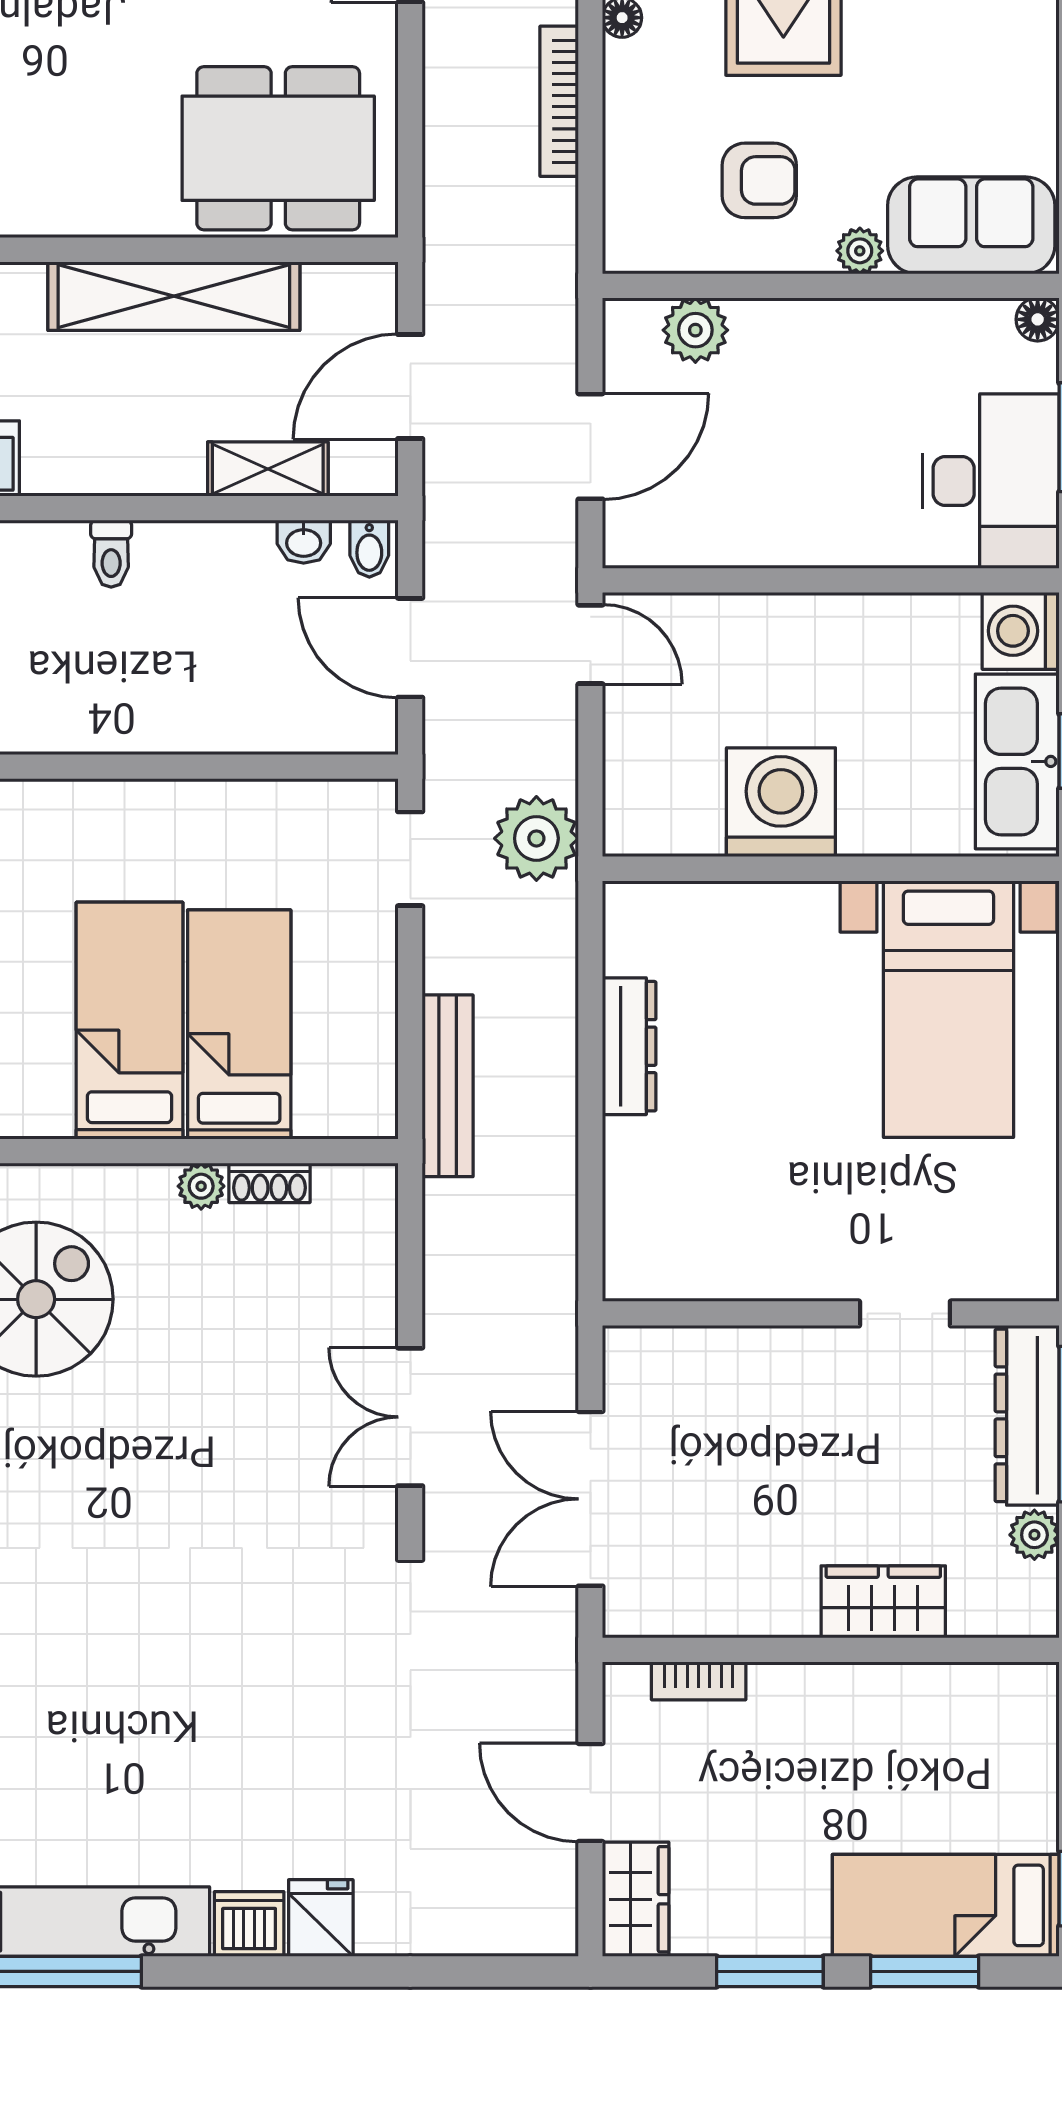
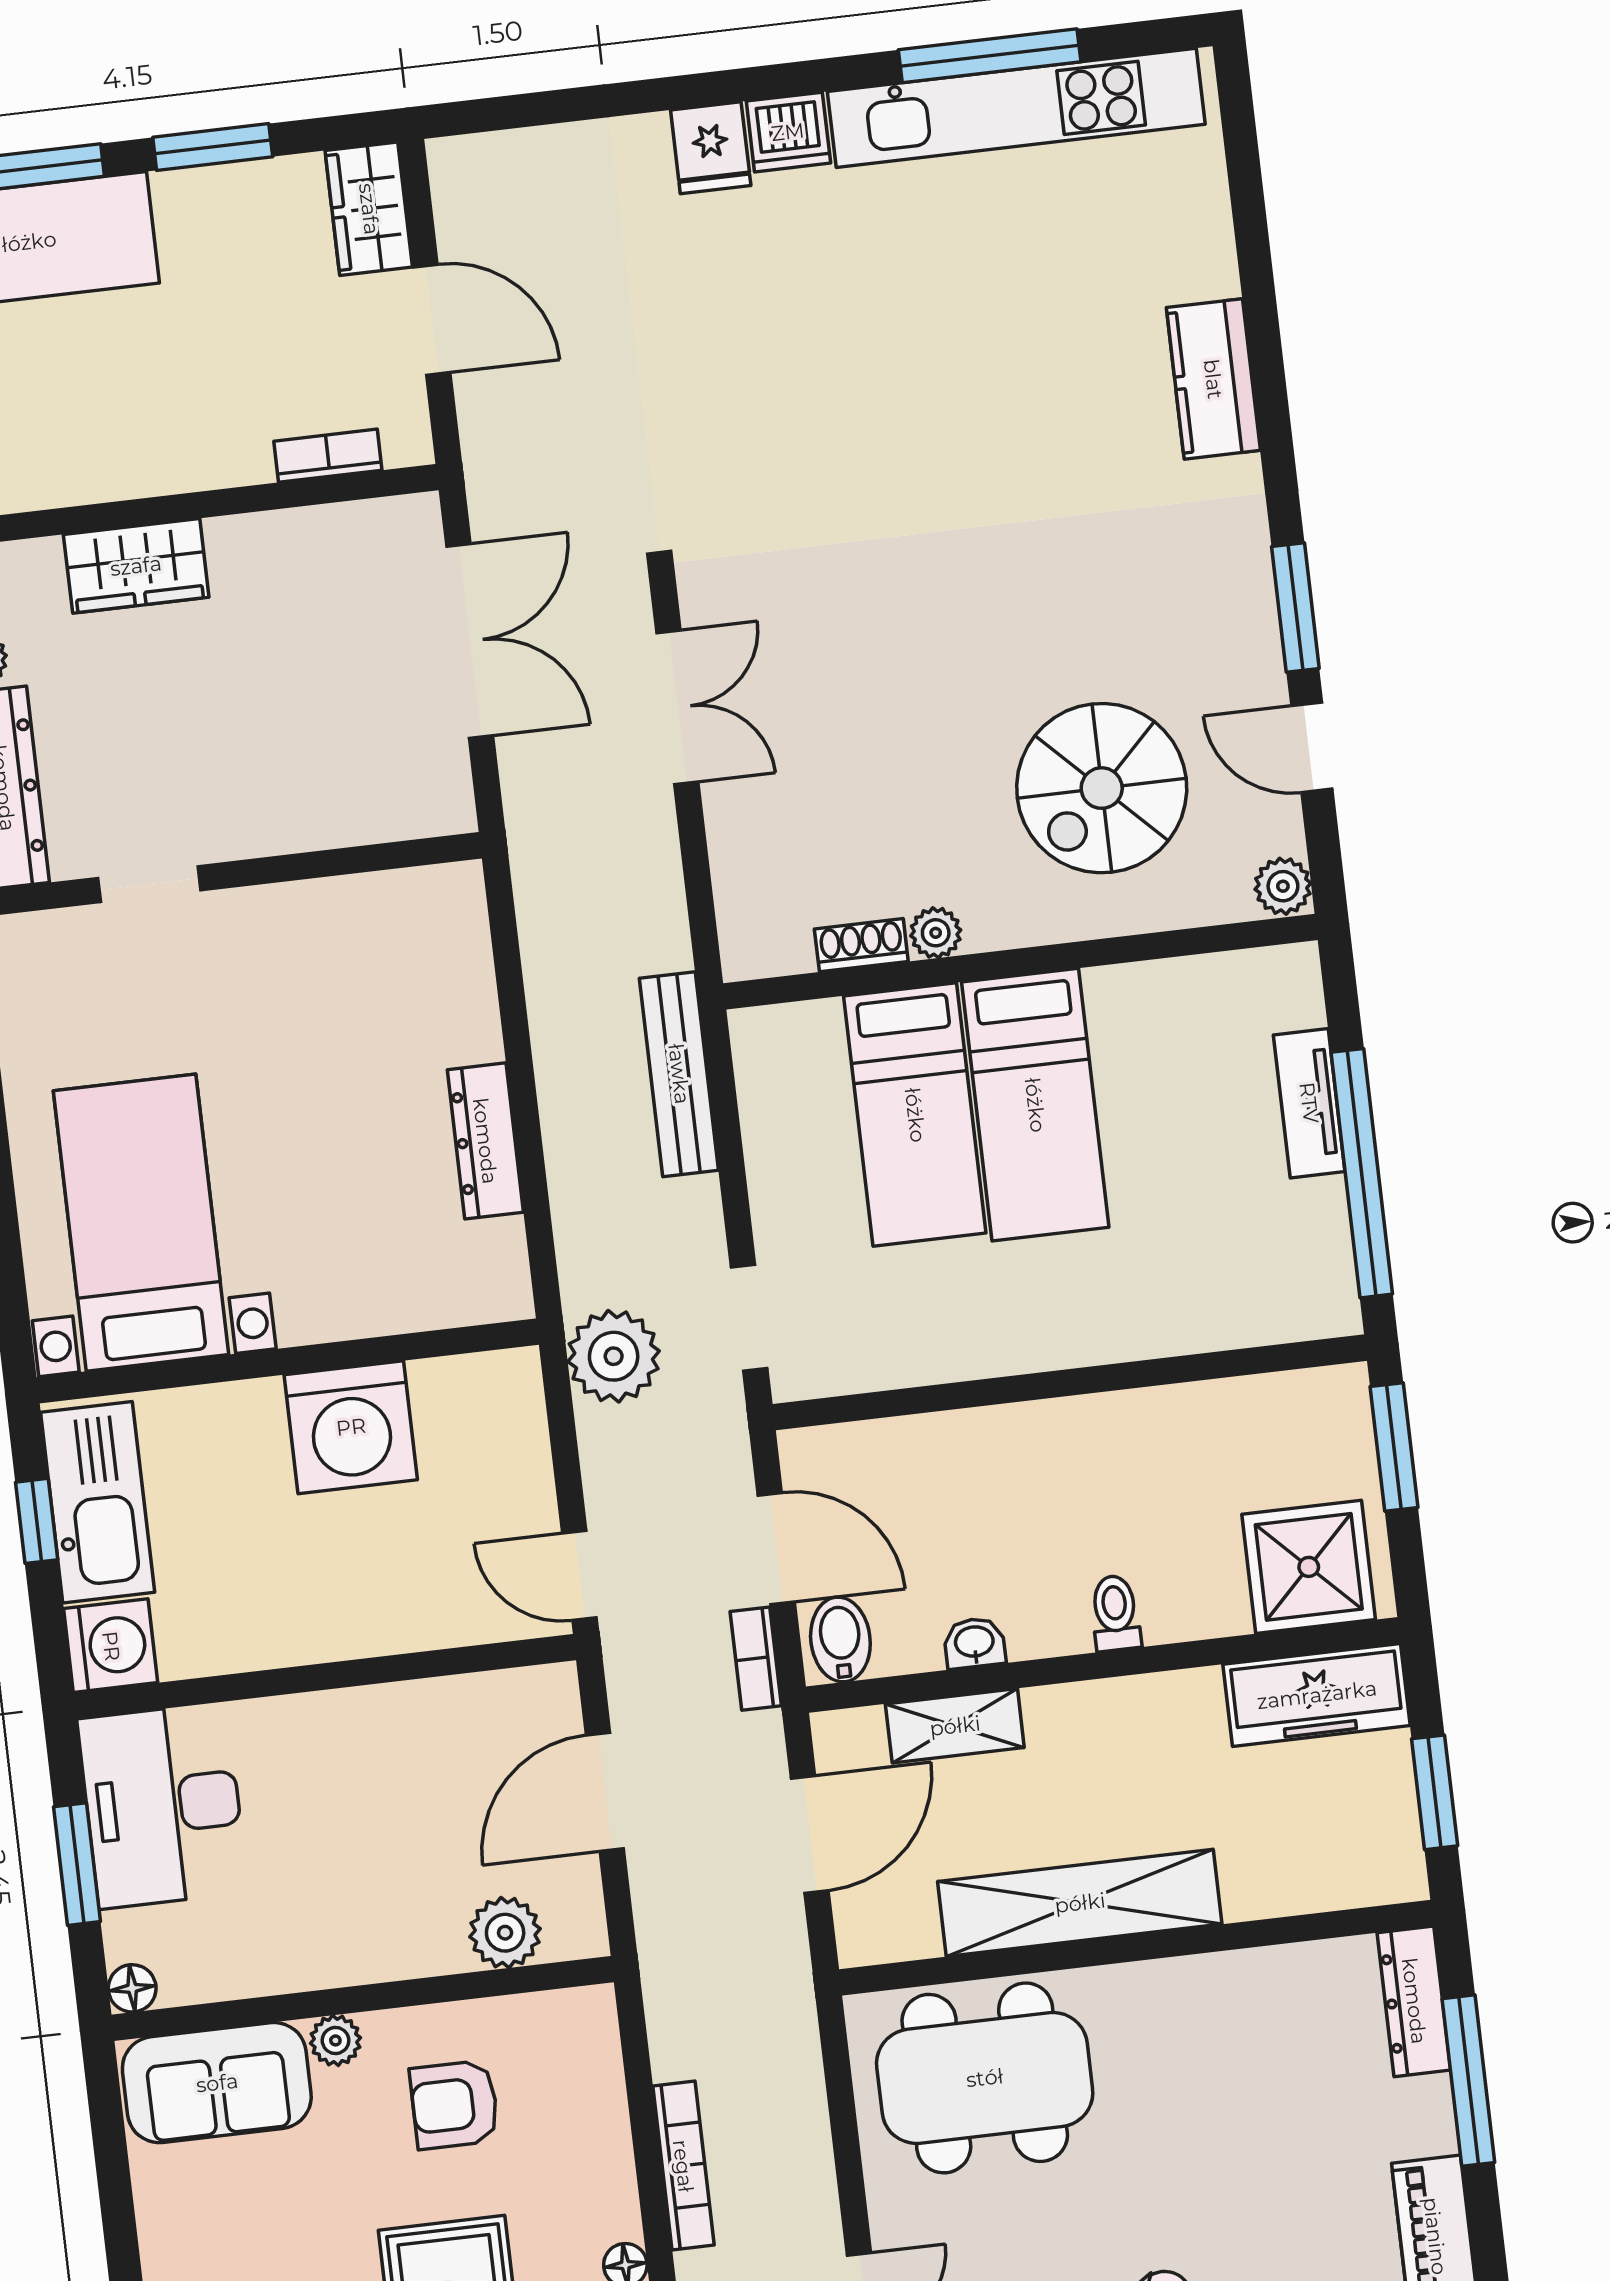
washbasin: (304, 542) -> (974, 1643), moved
bidet: (369, 549) -> (840, 1640), width x1.38, depth x1.36
bookcase: (440, 551) -> (756, 1659), added

